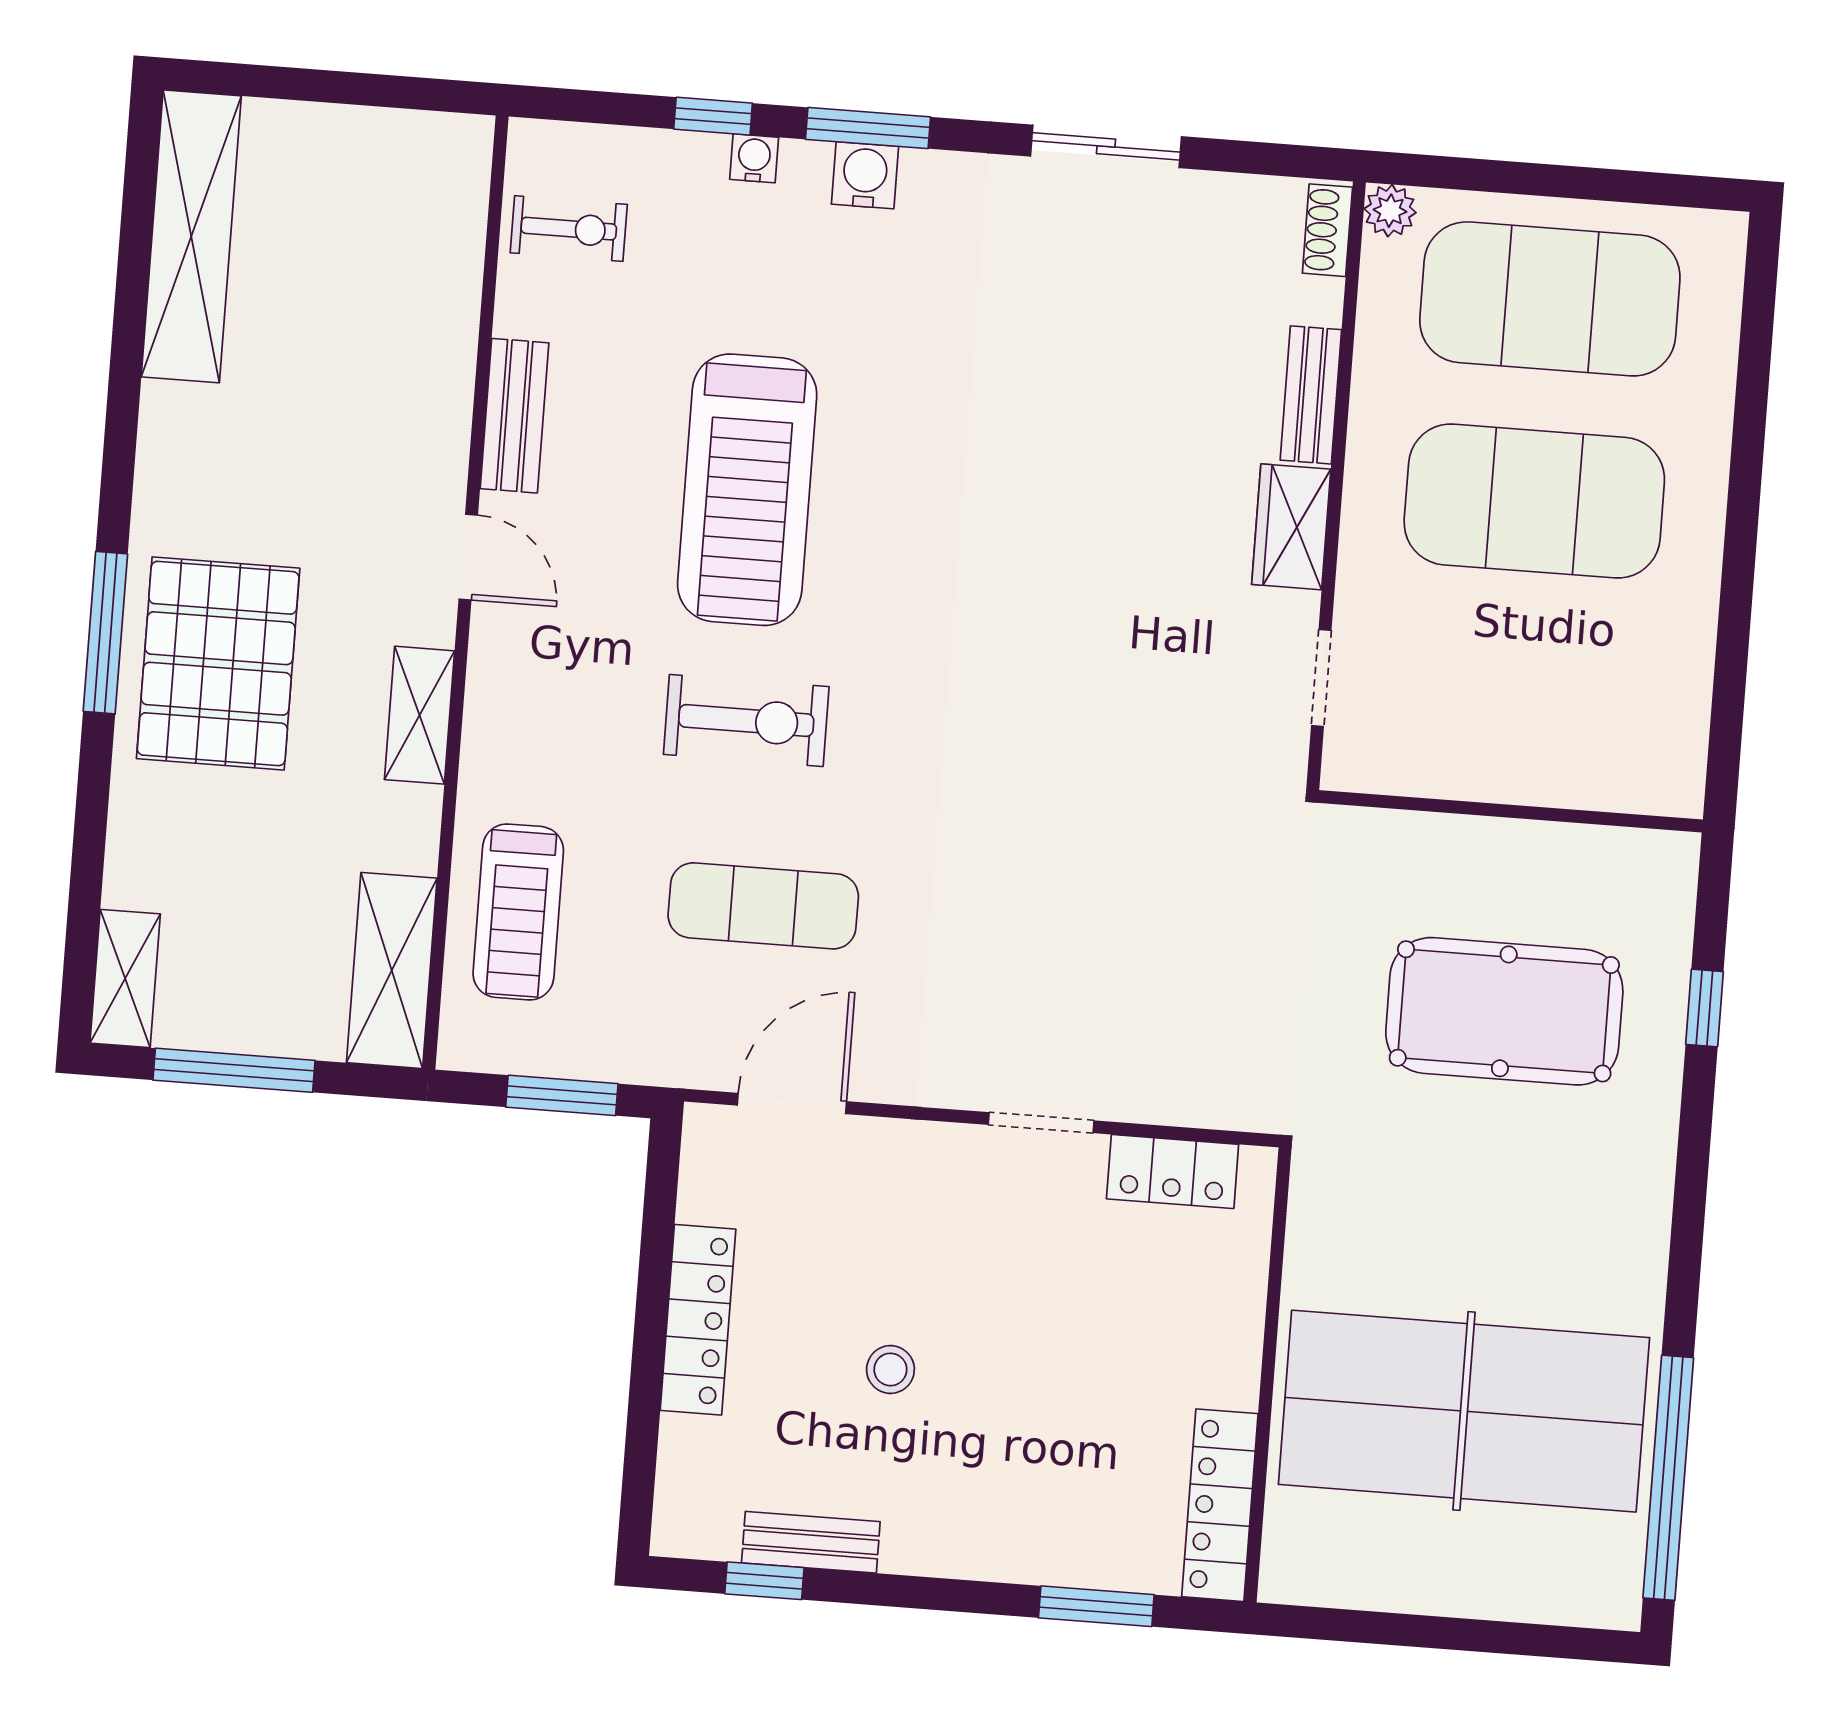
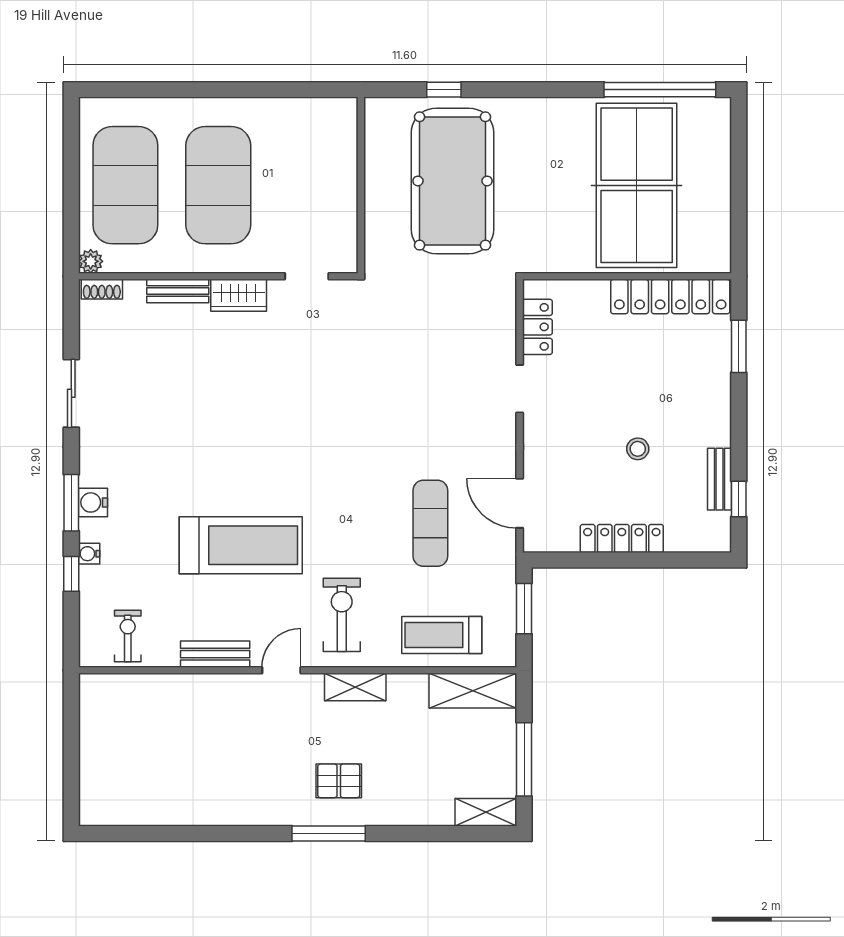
shelving: (191, 236) -> (145, 808), removed
pallet: (218, 663) -> (339, 781), width x0.49, depth x0.50
exercise bike: (746, 720) -> (342, 615), moved
treadmill: (518, 912) -> (442, 635), turned 180
pool table: (1504, 1011) -> (453, 181), width x1.36, depth x1.32
locker: (1220, 1505) -> (670, 297), width x1.41, depth x1.21

